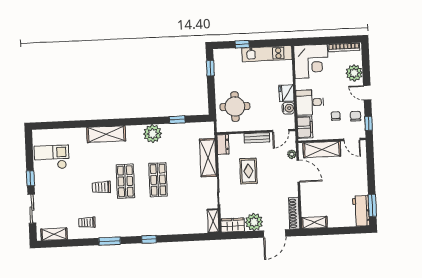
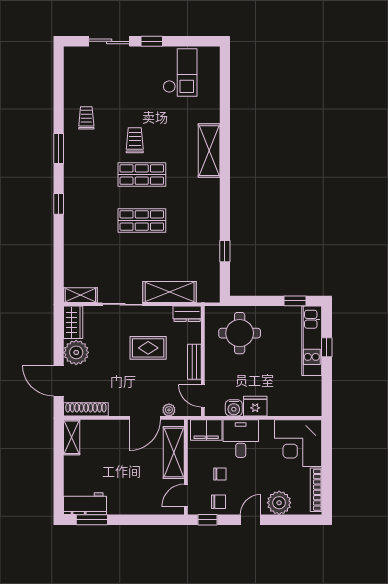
kitchen unit: (267, 54) -> (312, 341), moved
plant: (153, 134) -> (207, 216), removed
shelving: (54, 234) -> (72, 71), removed

